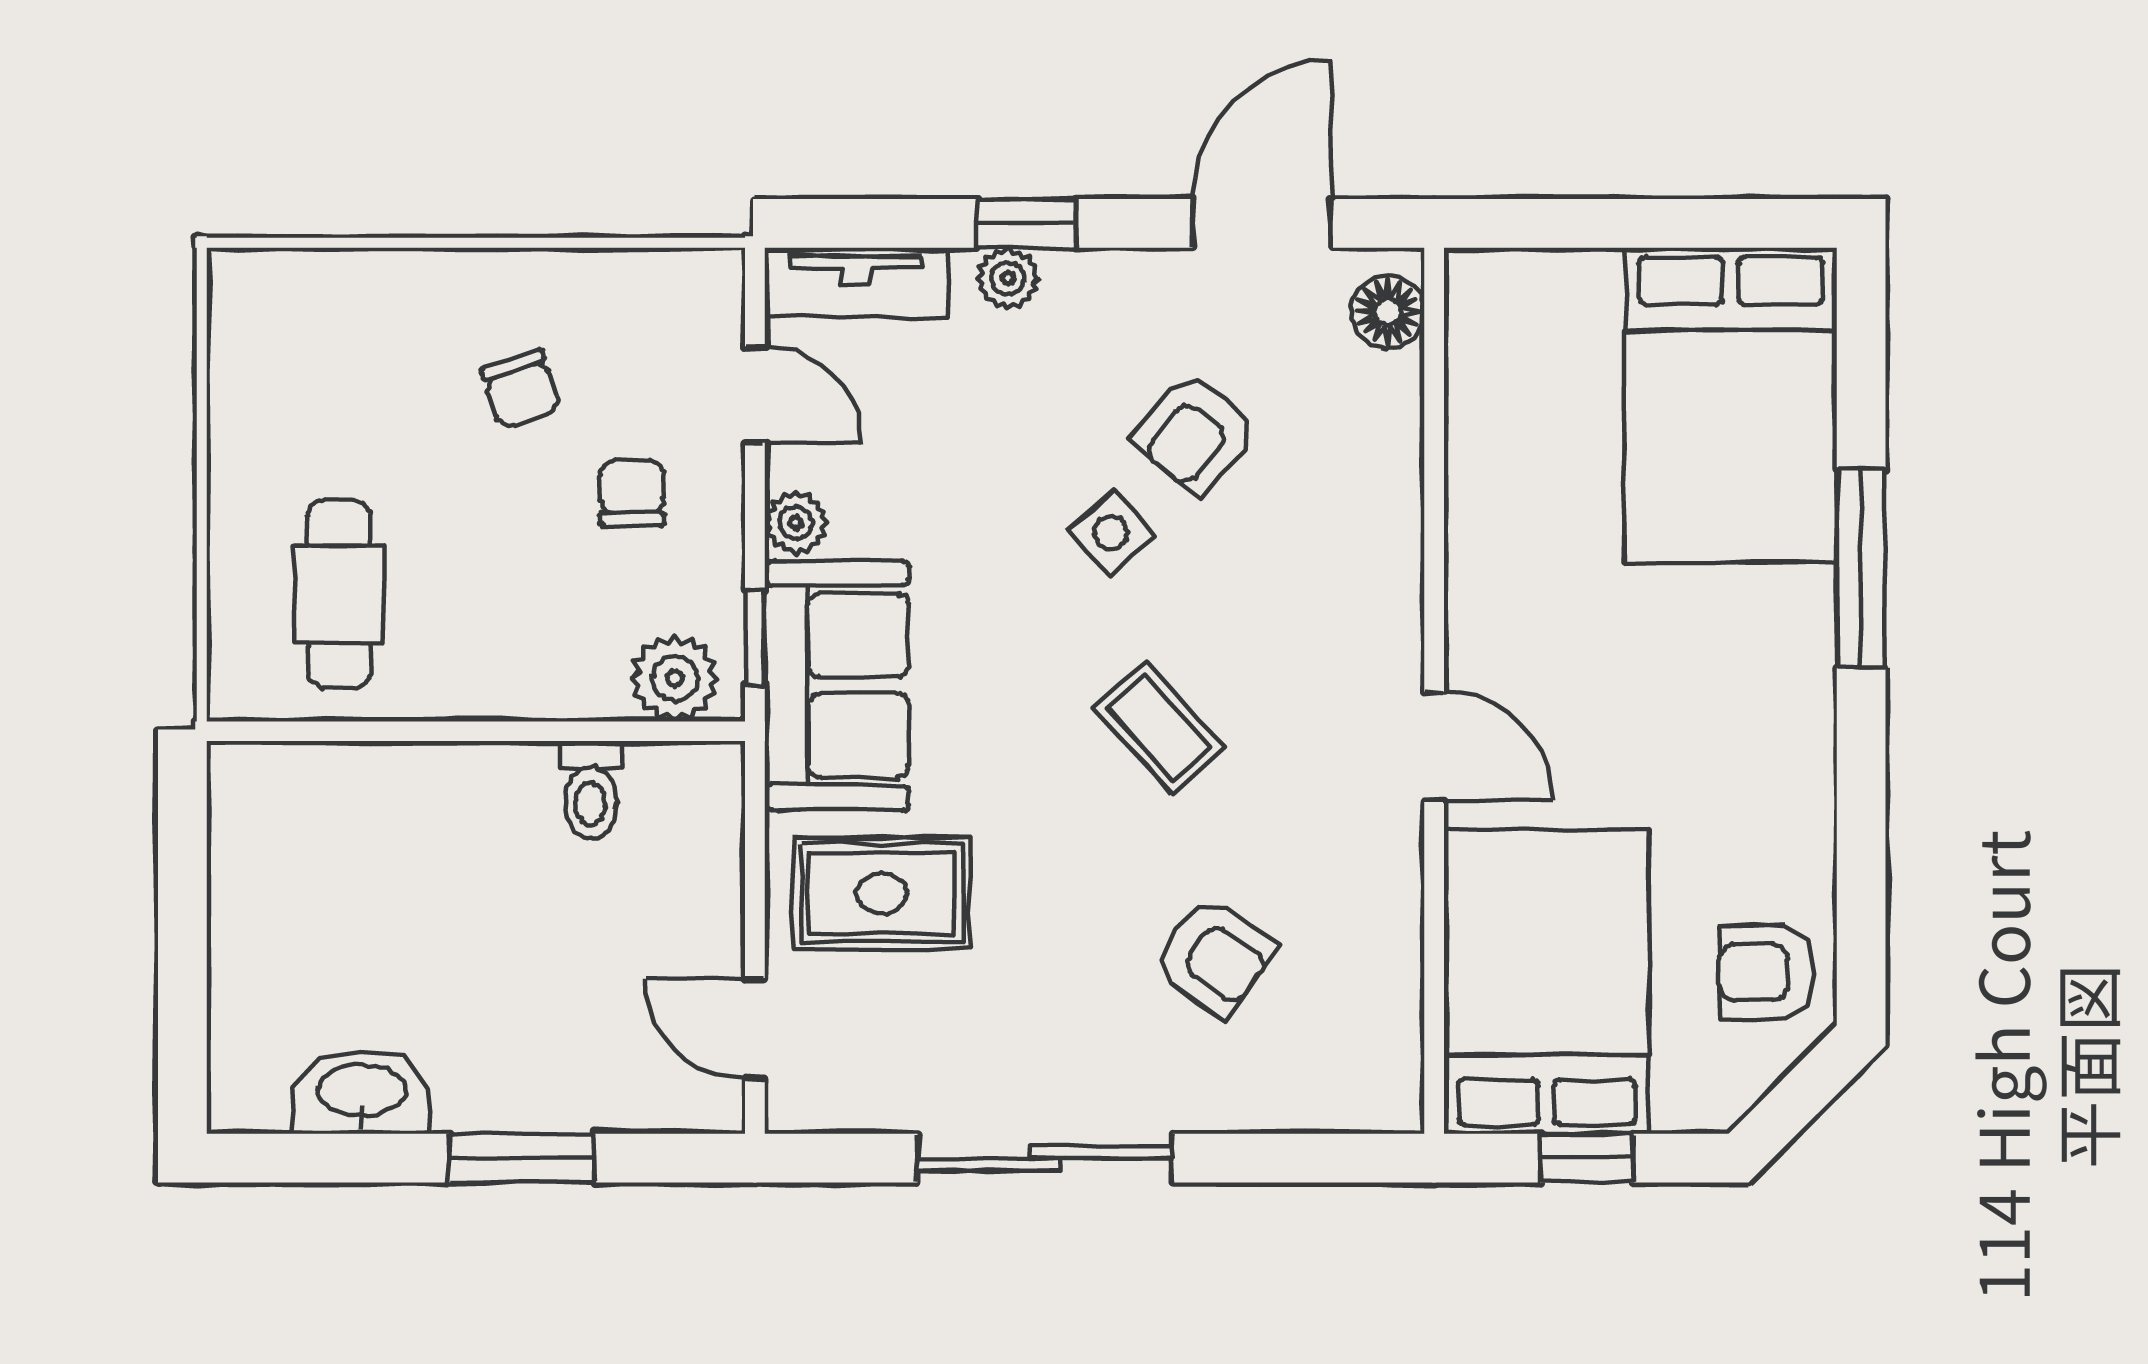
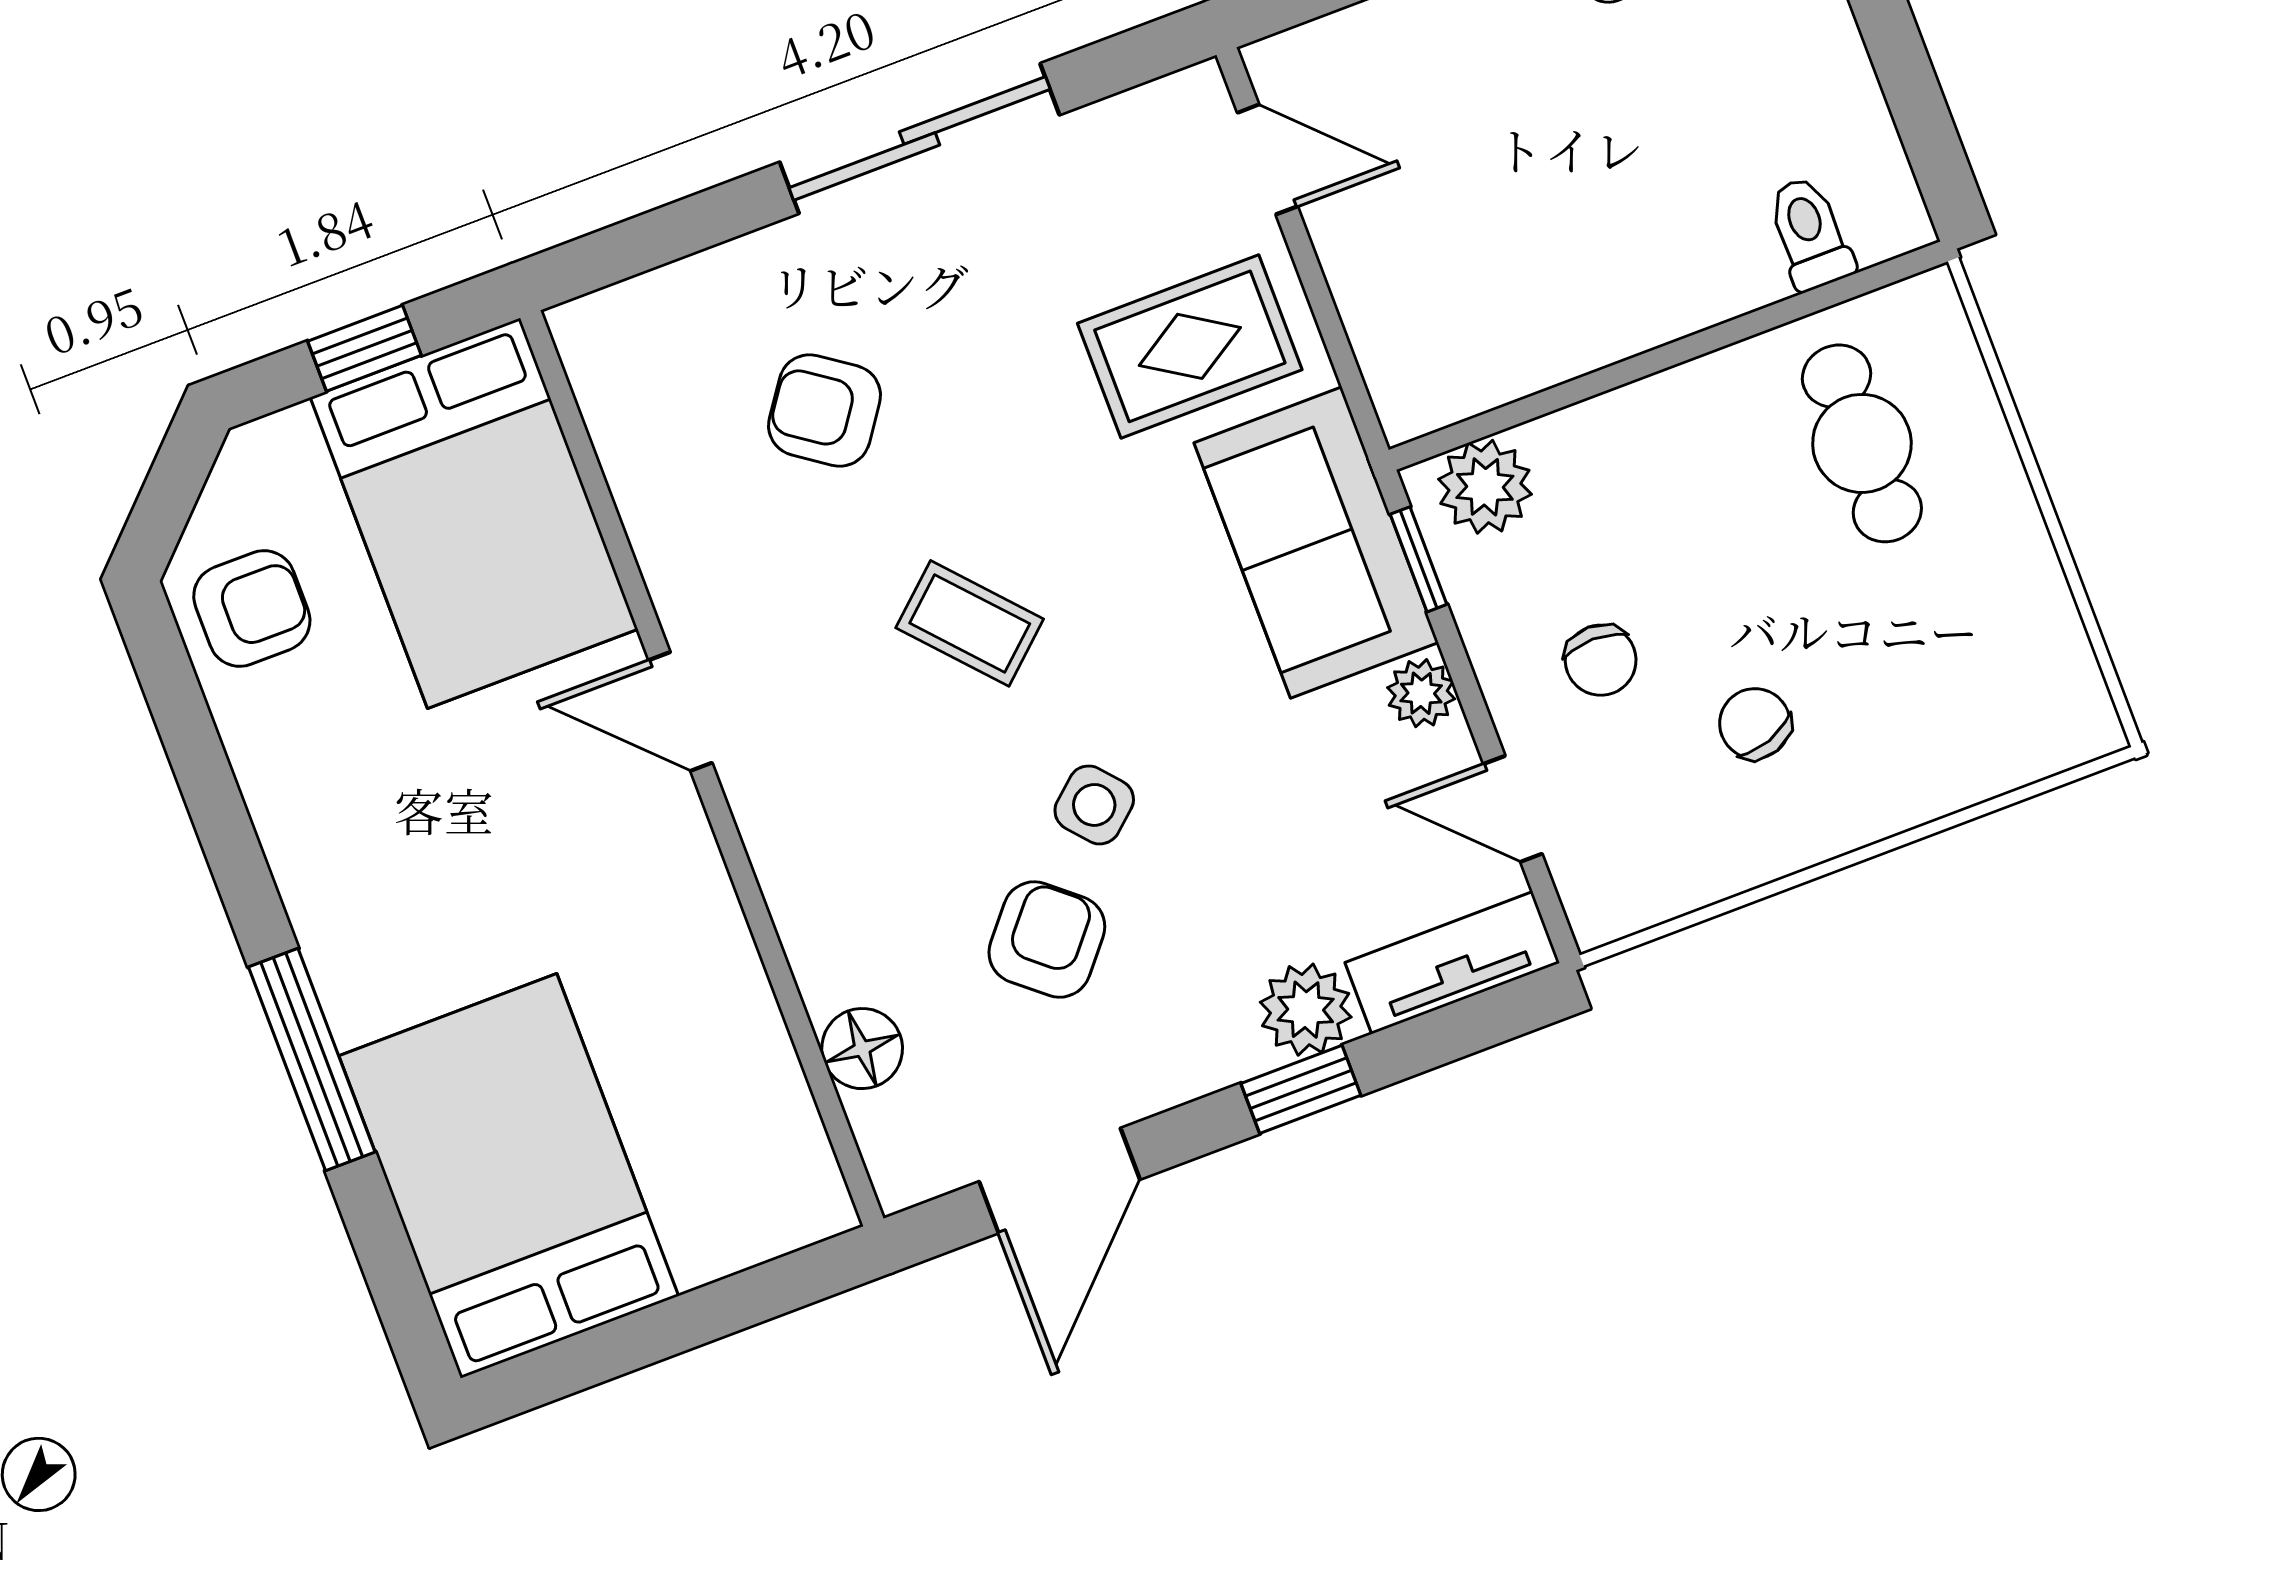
plant: (1008, 278) -> (1306, 1010), width x1.38, depth x1.38
floor lamp: (1388, 312) -> (862, 1049), moved
toilet: (591, 790) -> (1810, 233), moved

